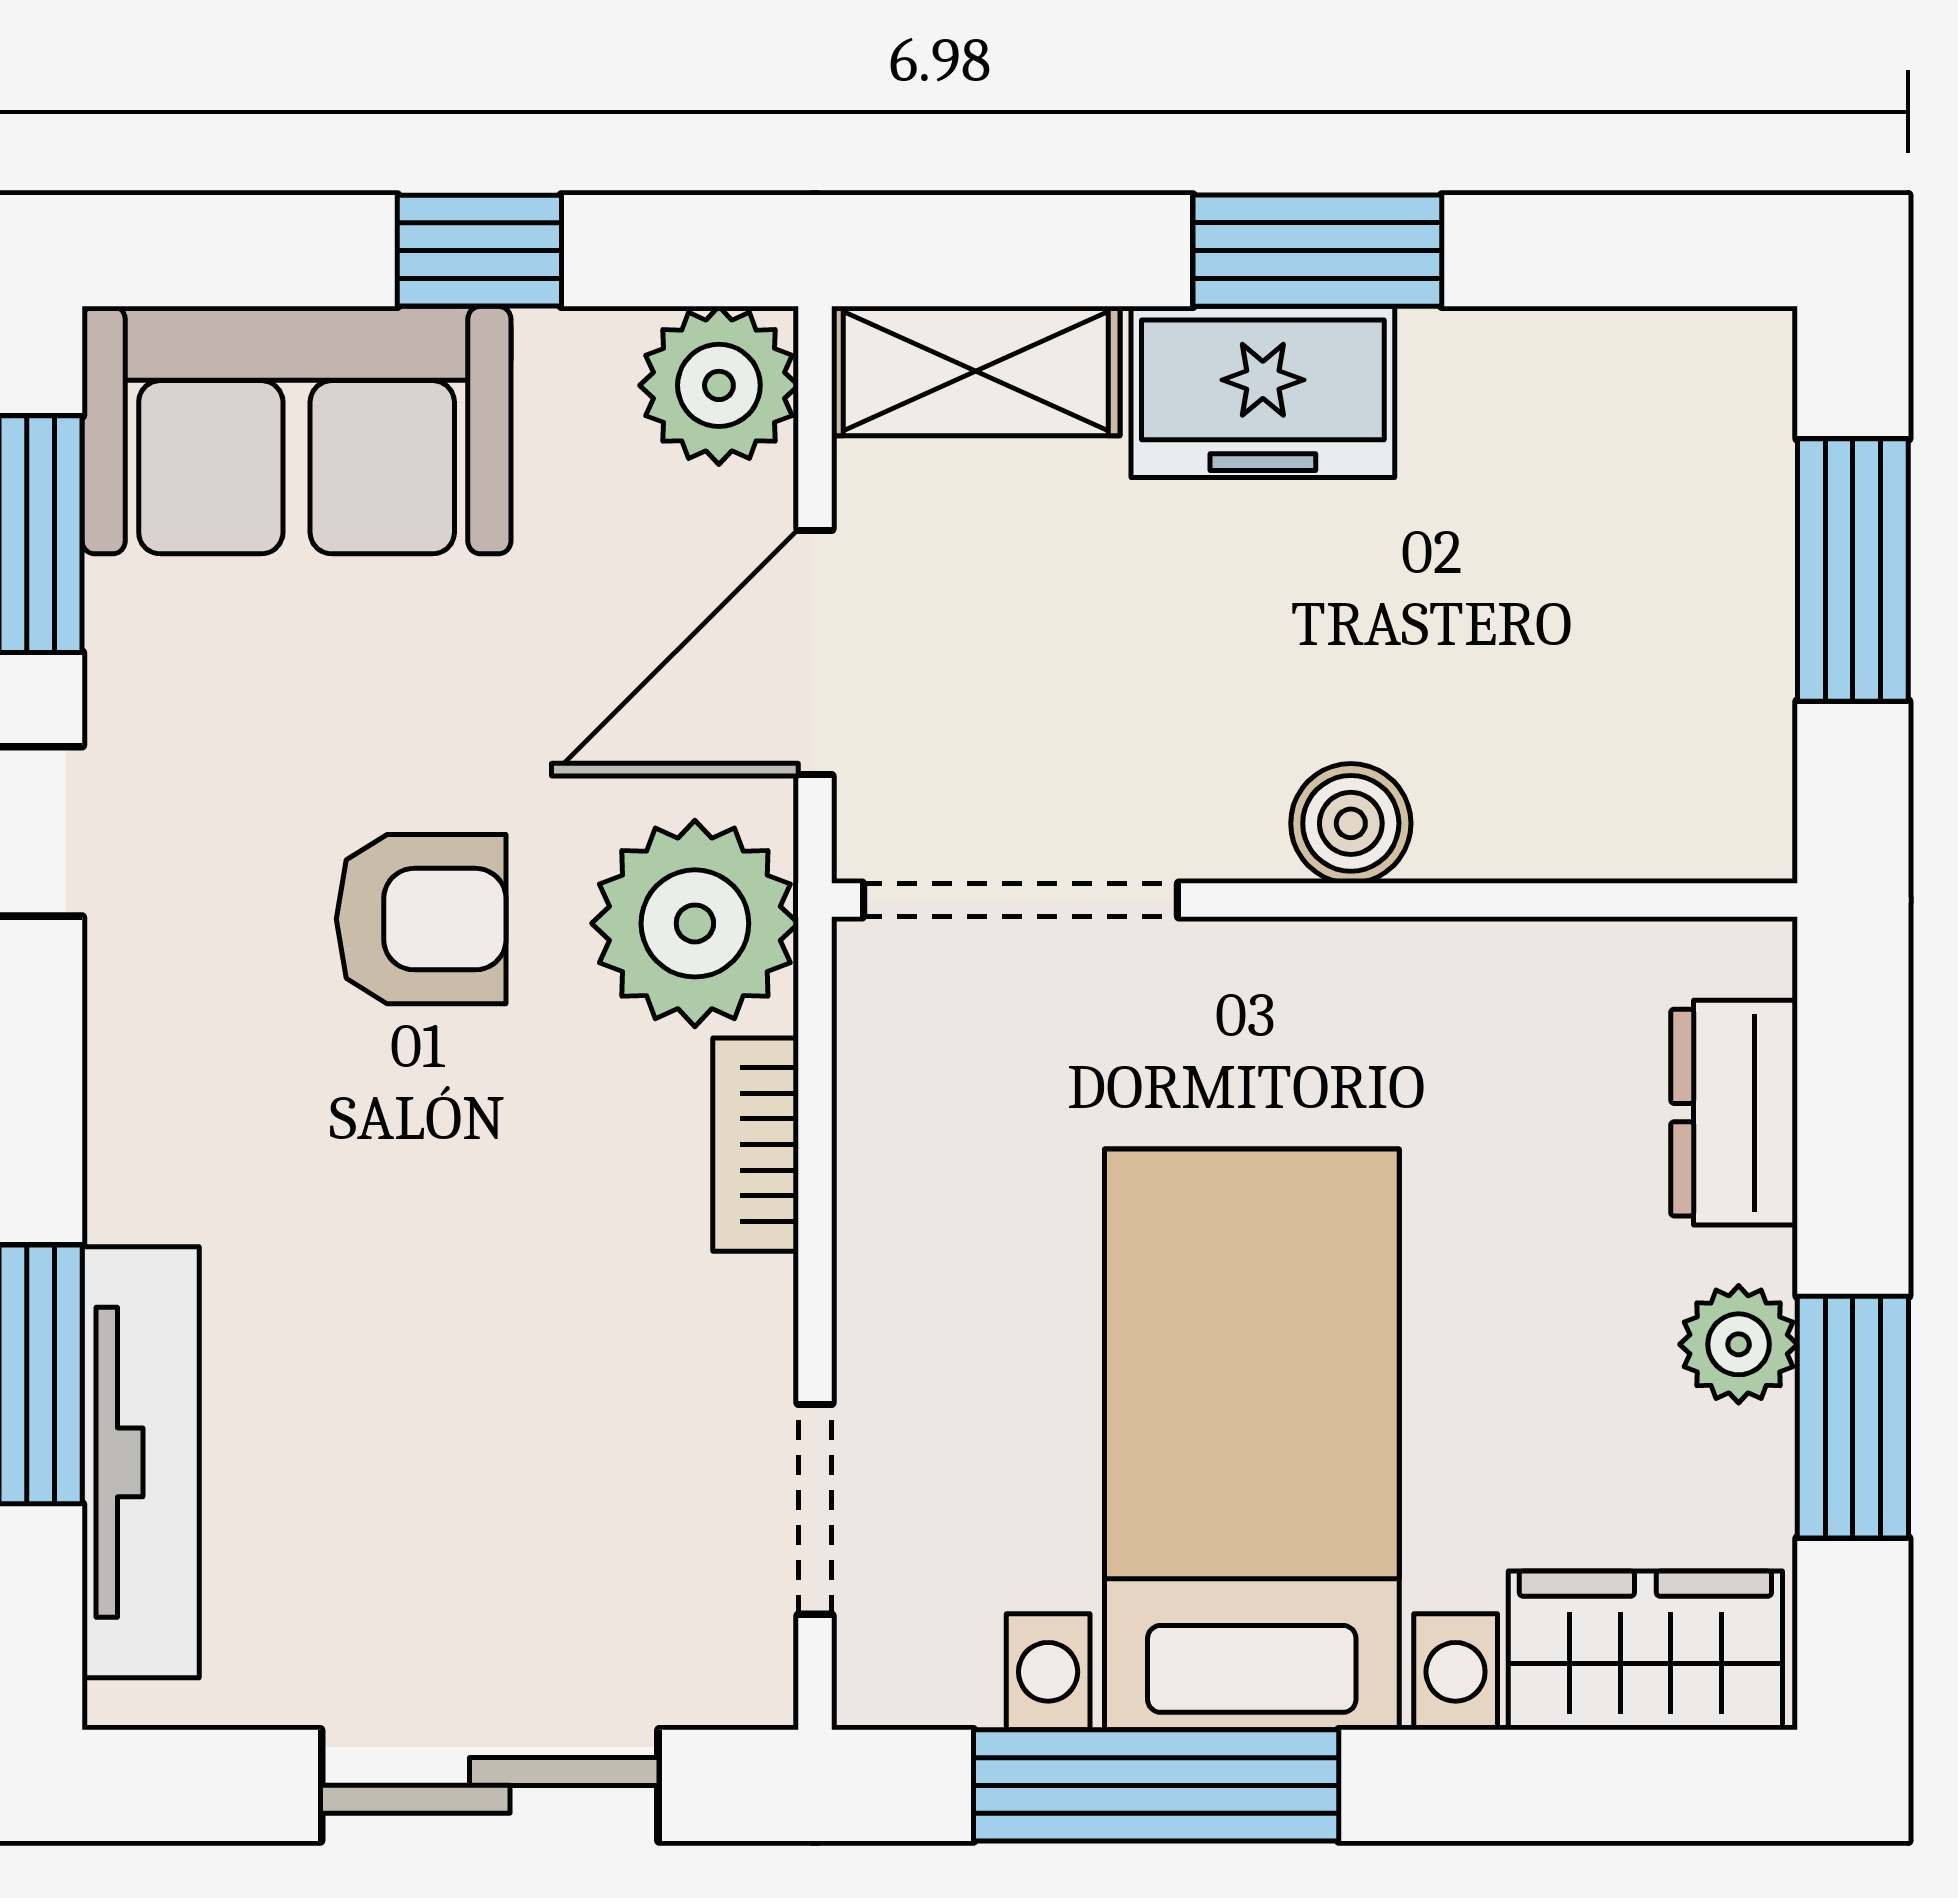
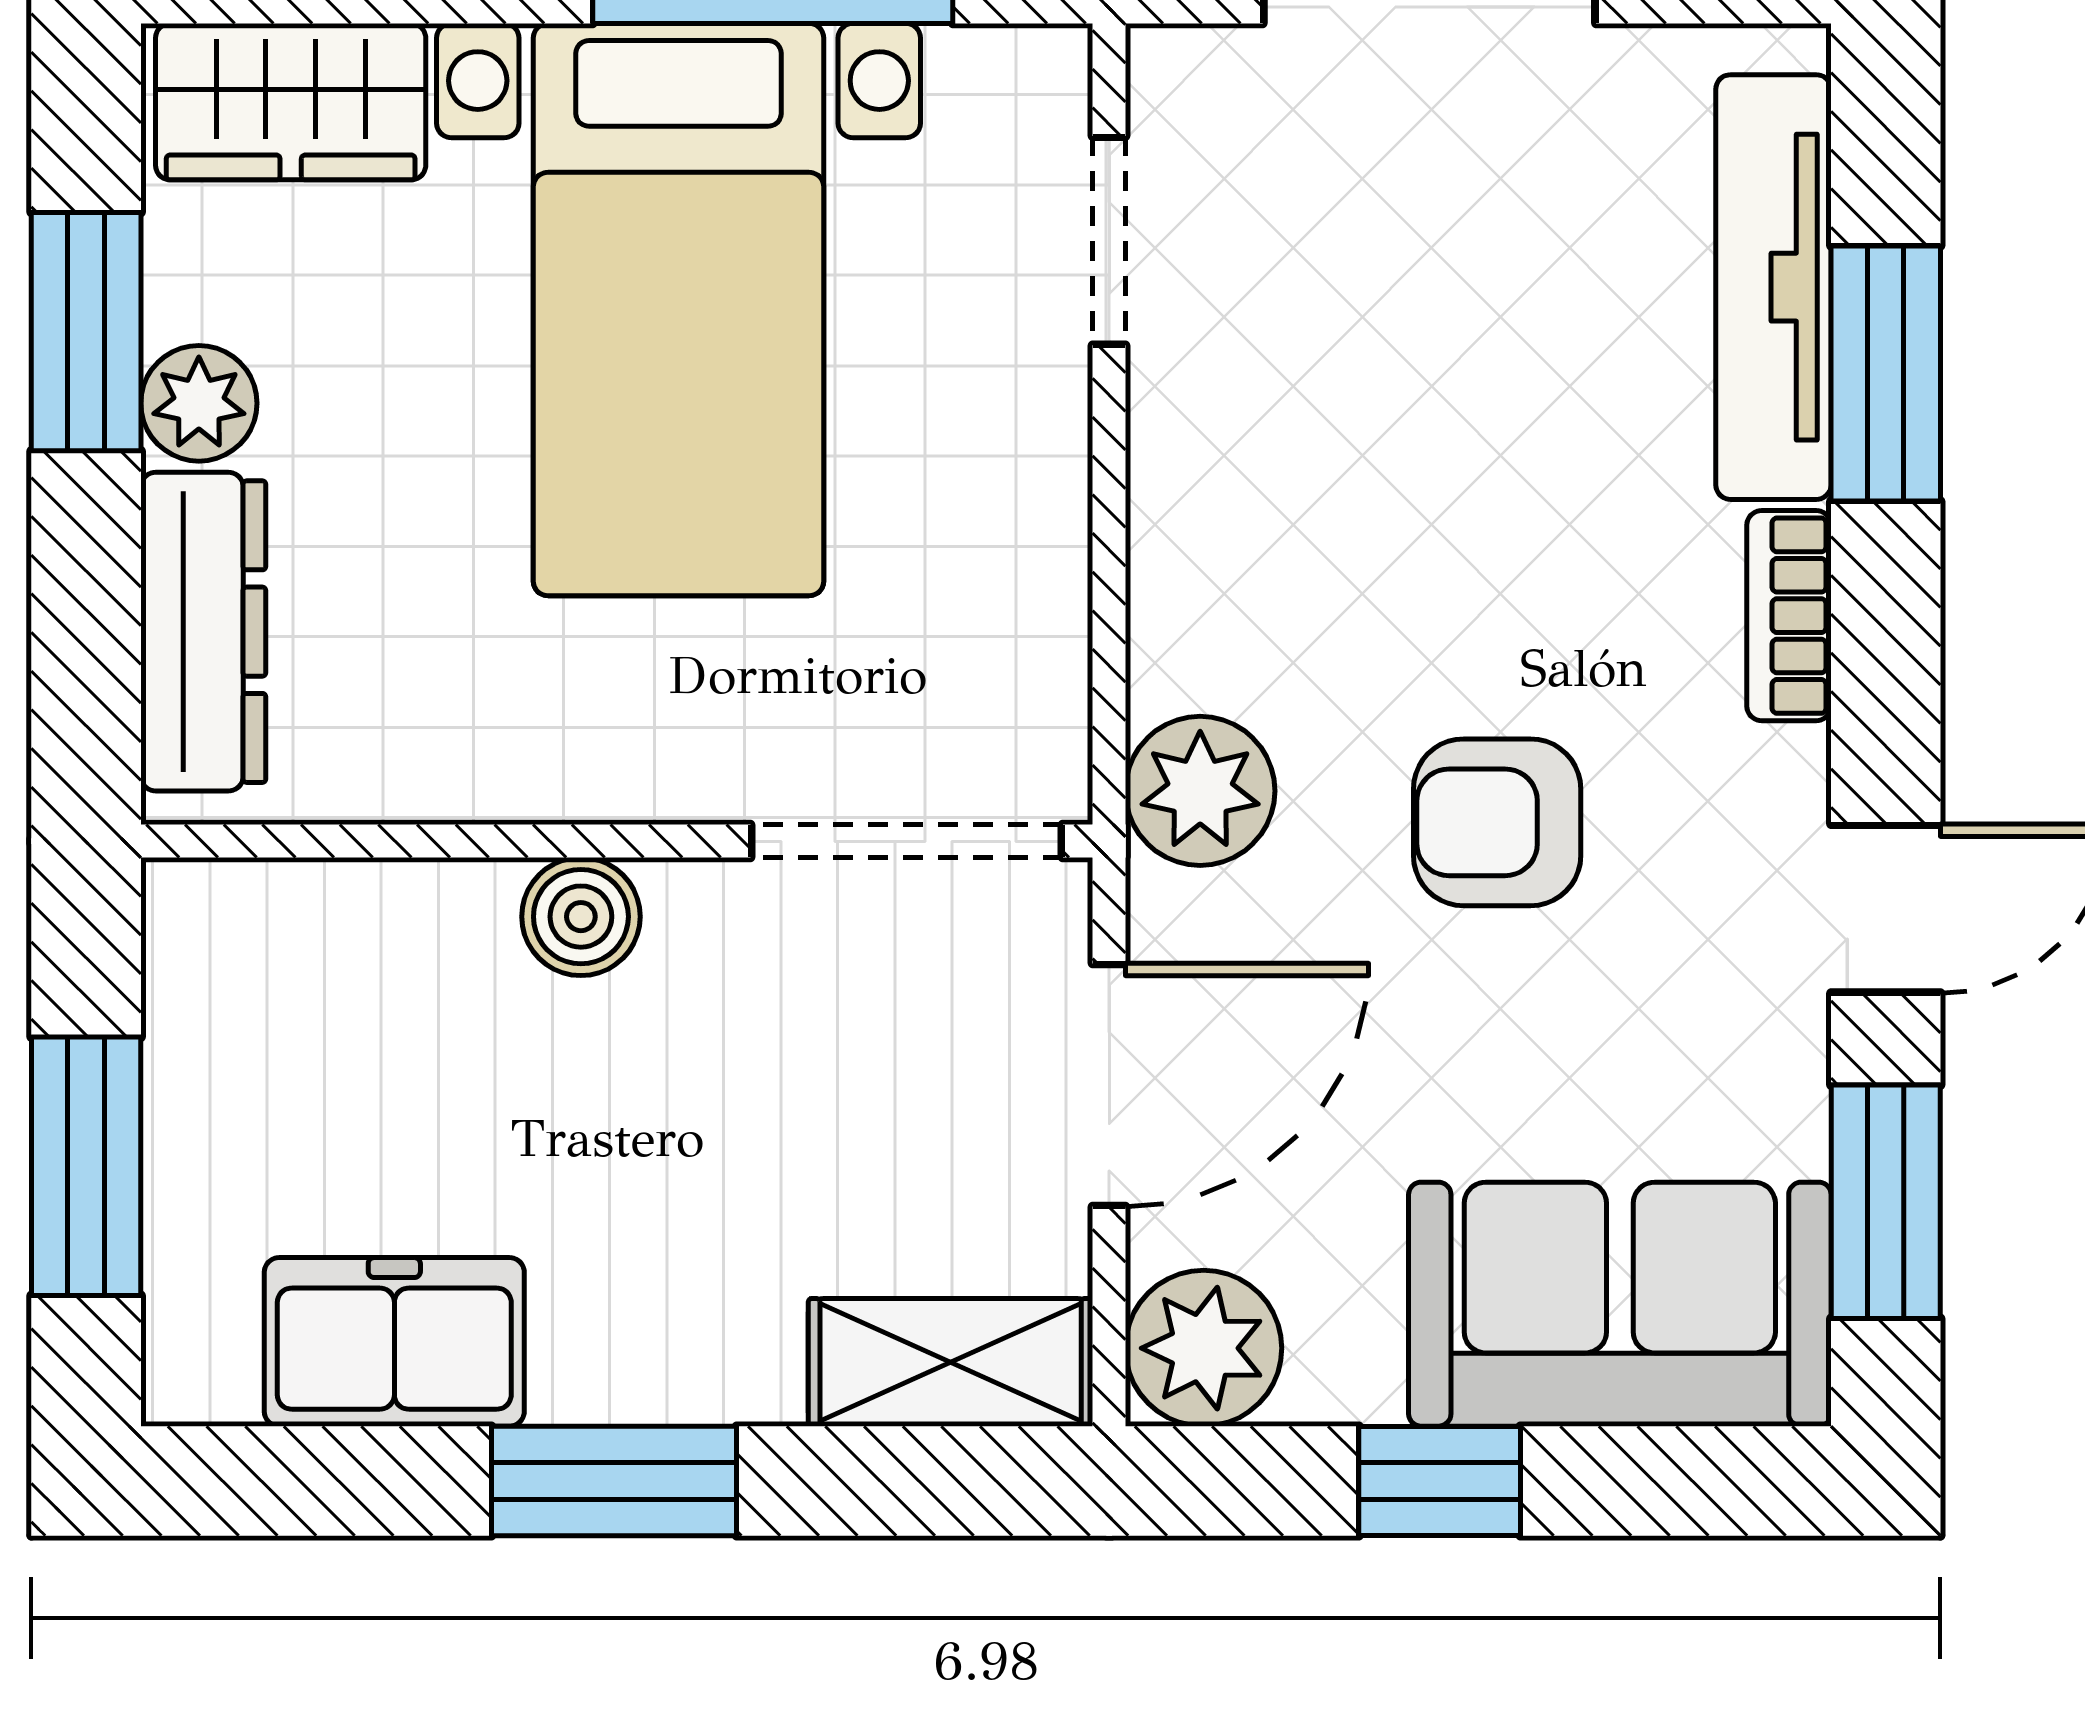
freezer: (1263, 392) -> (394, 1342), moved
plant: (695, 923) -> (1200, 791), width x0.73, depth x0.73
dresser: (1734, 1113) -> (203, 632), width x1.44
bookcase: (756, 1145) -> (1789, 616), moved, turned 180

